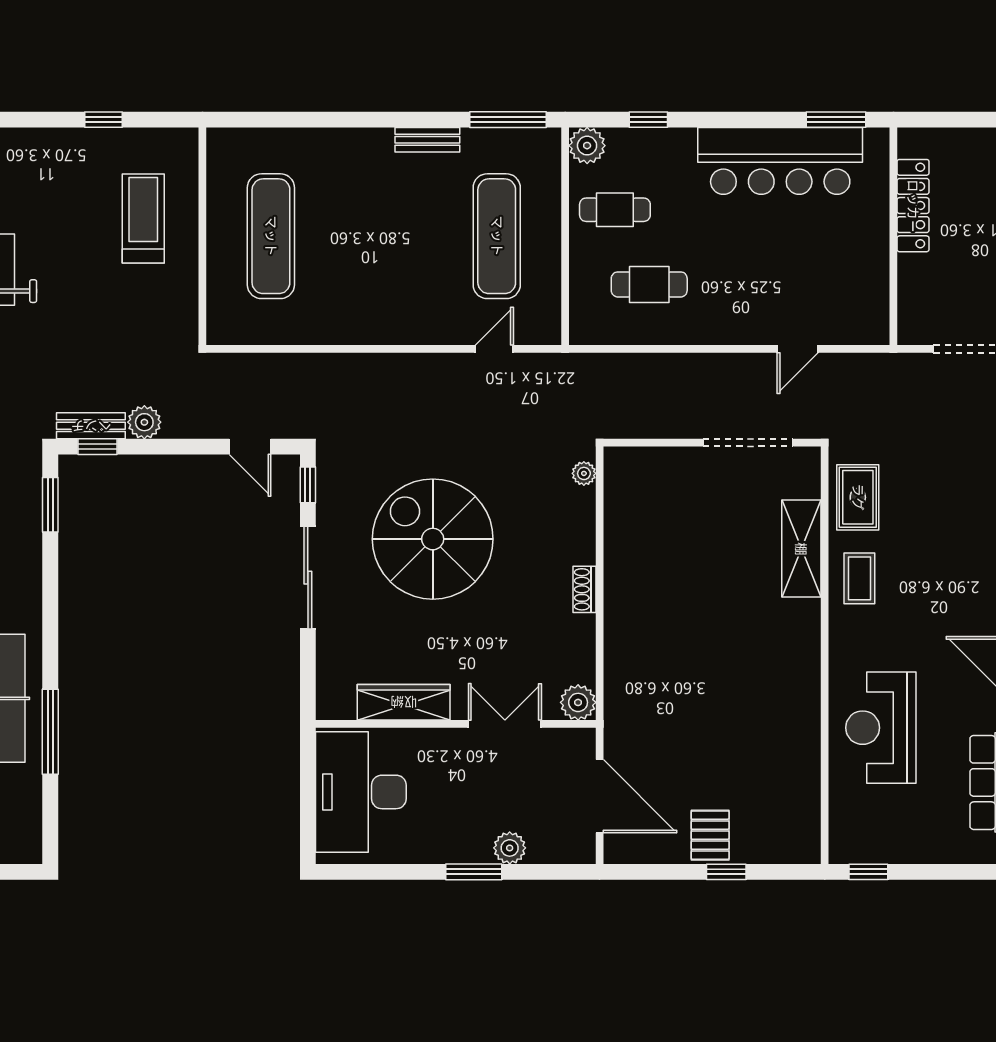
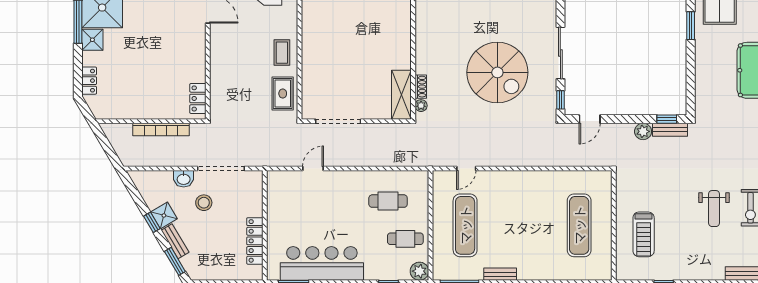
door: (250, 447) -> (590, 119), swing flipped
window: (50, 505) -> (691, 26), moved
shelving: (801, 549) -> (401, 95), moved
shoe rack: (585, 589) -> (421, 87), moved

